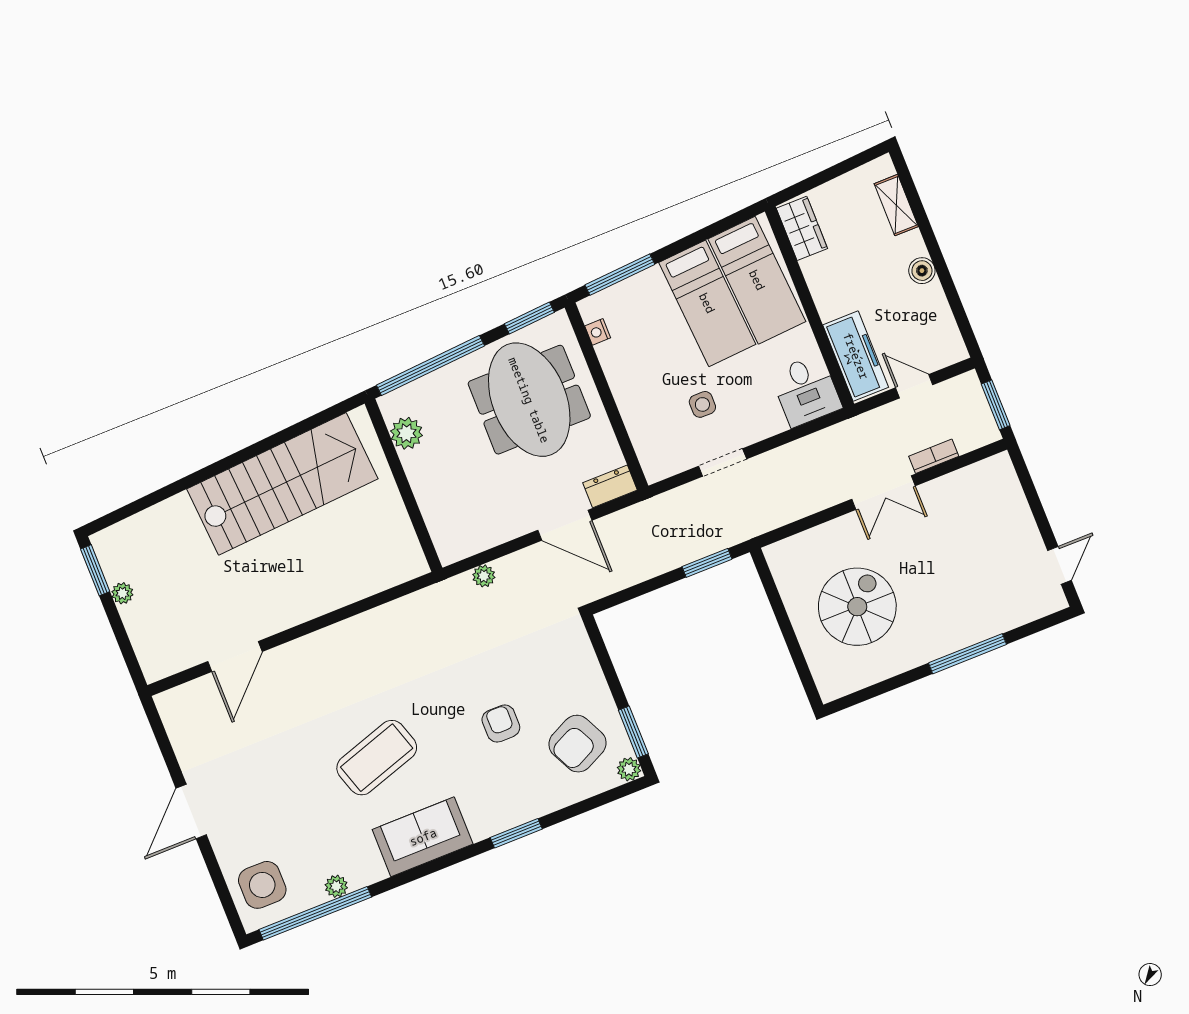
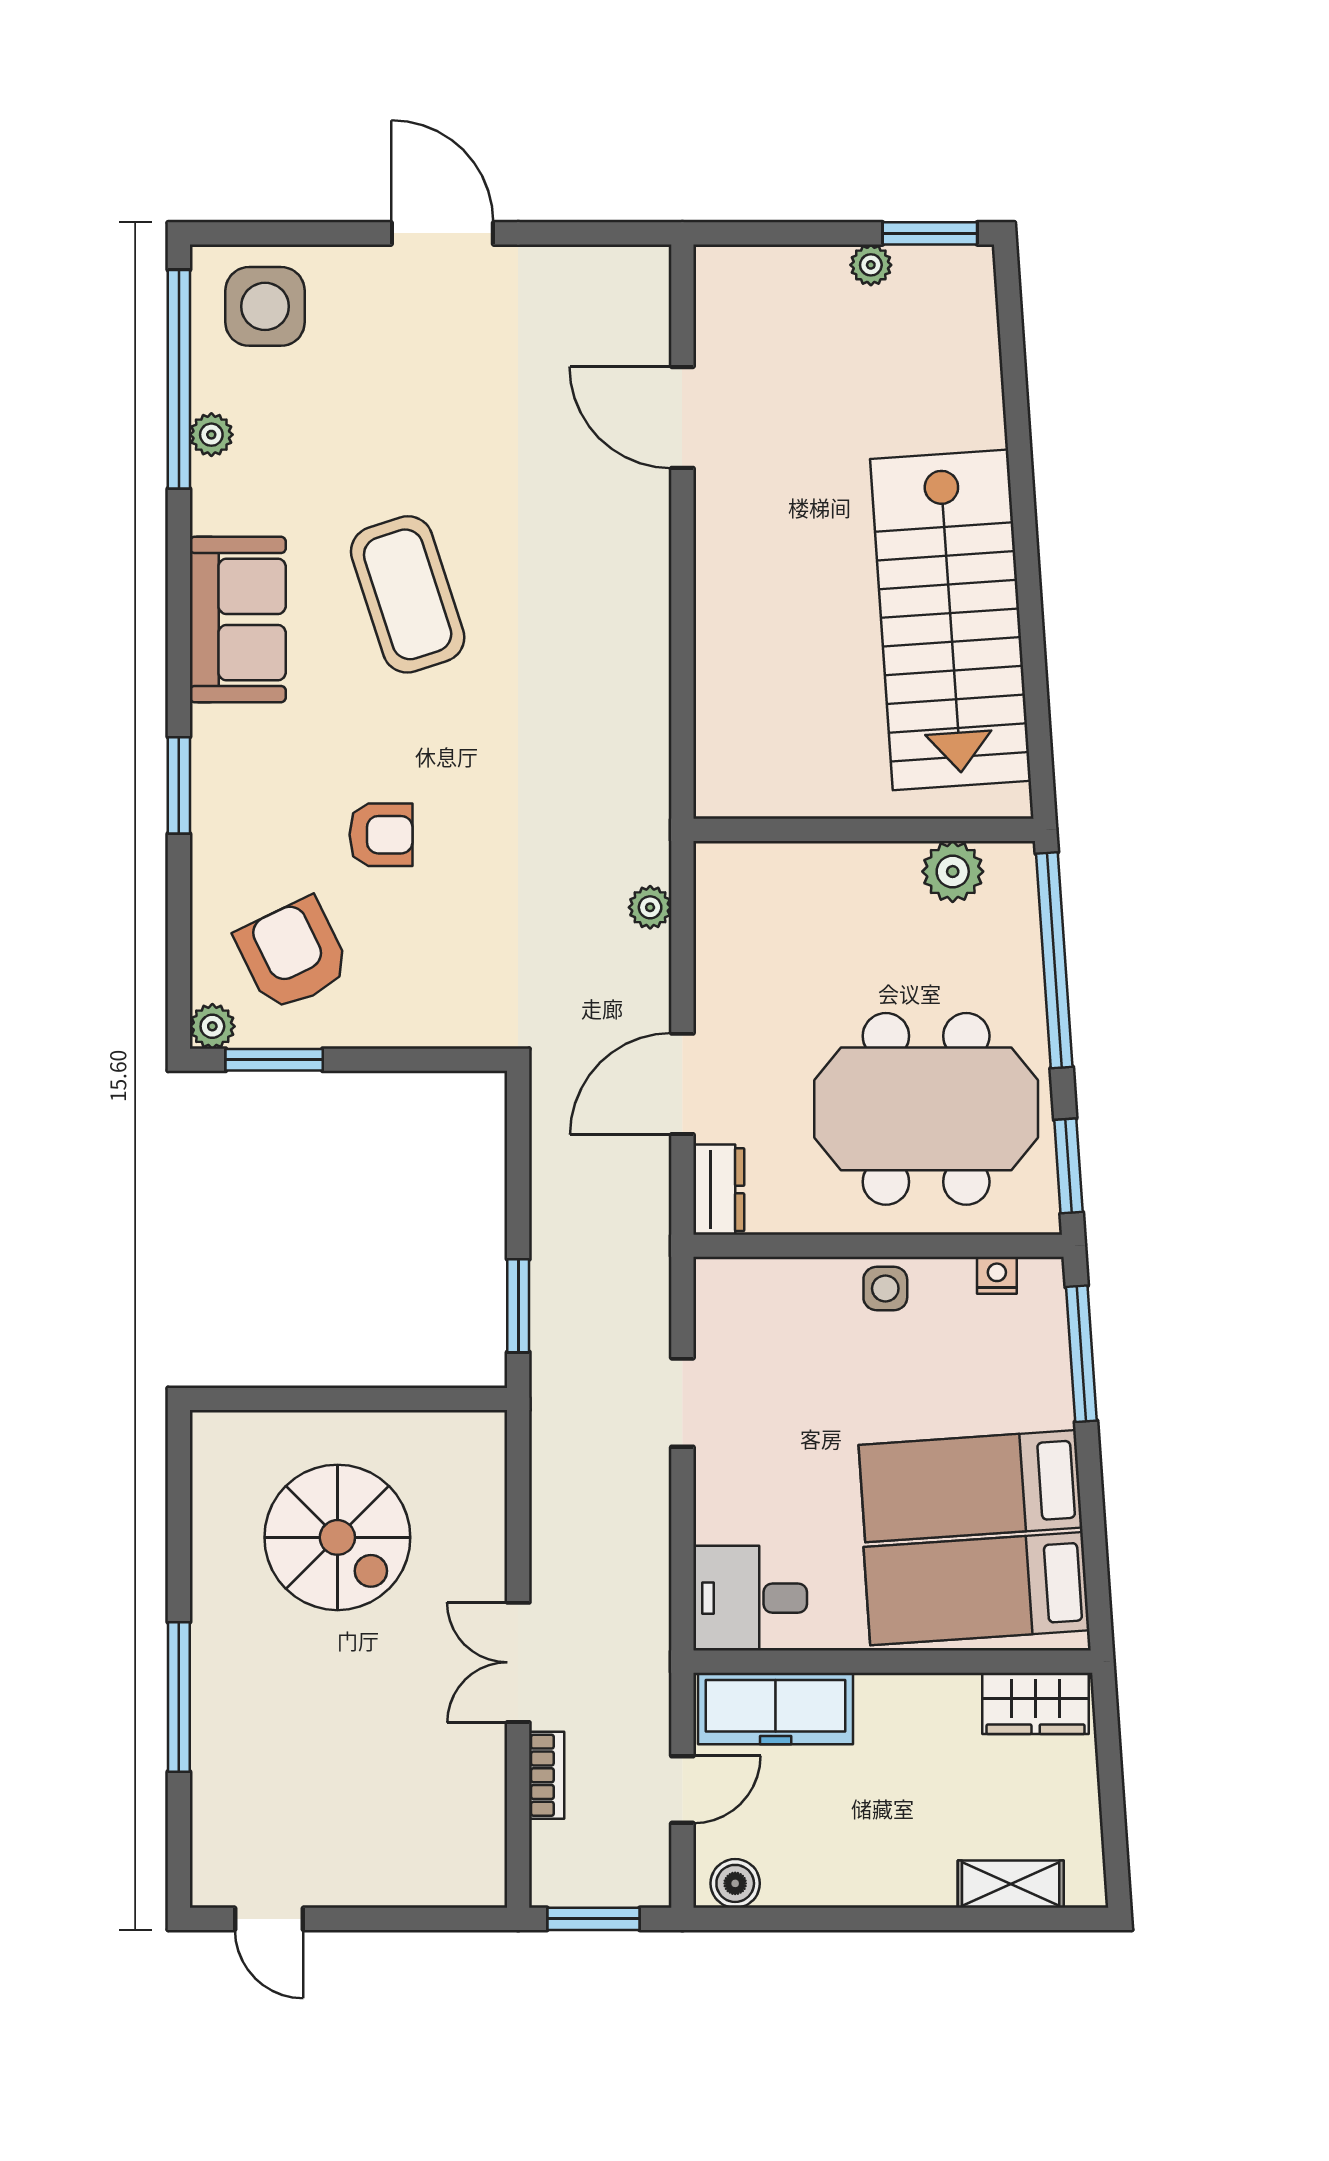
boiler: (922, 271) -> (735, 1883), moved
side table: (702, 404) -> (885, 1288), moved

